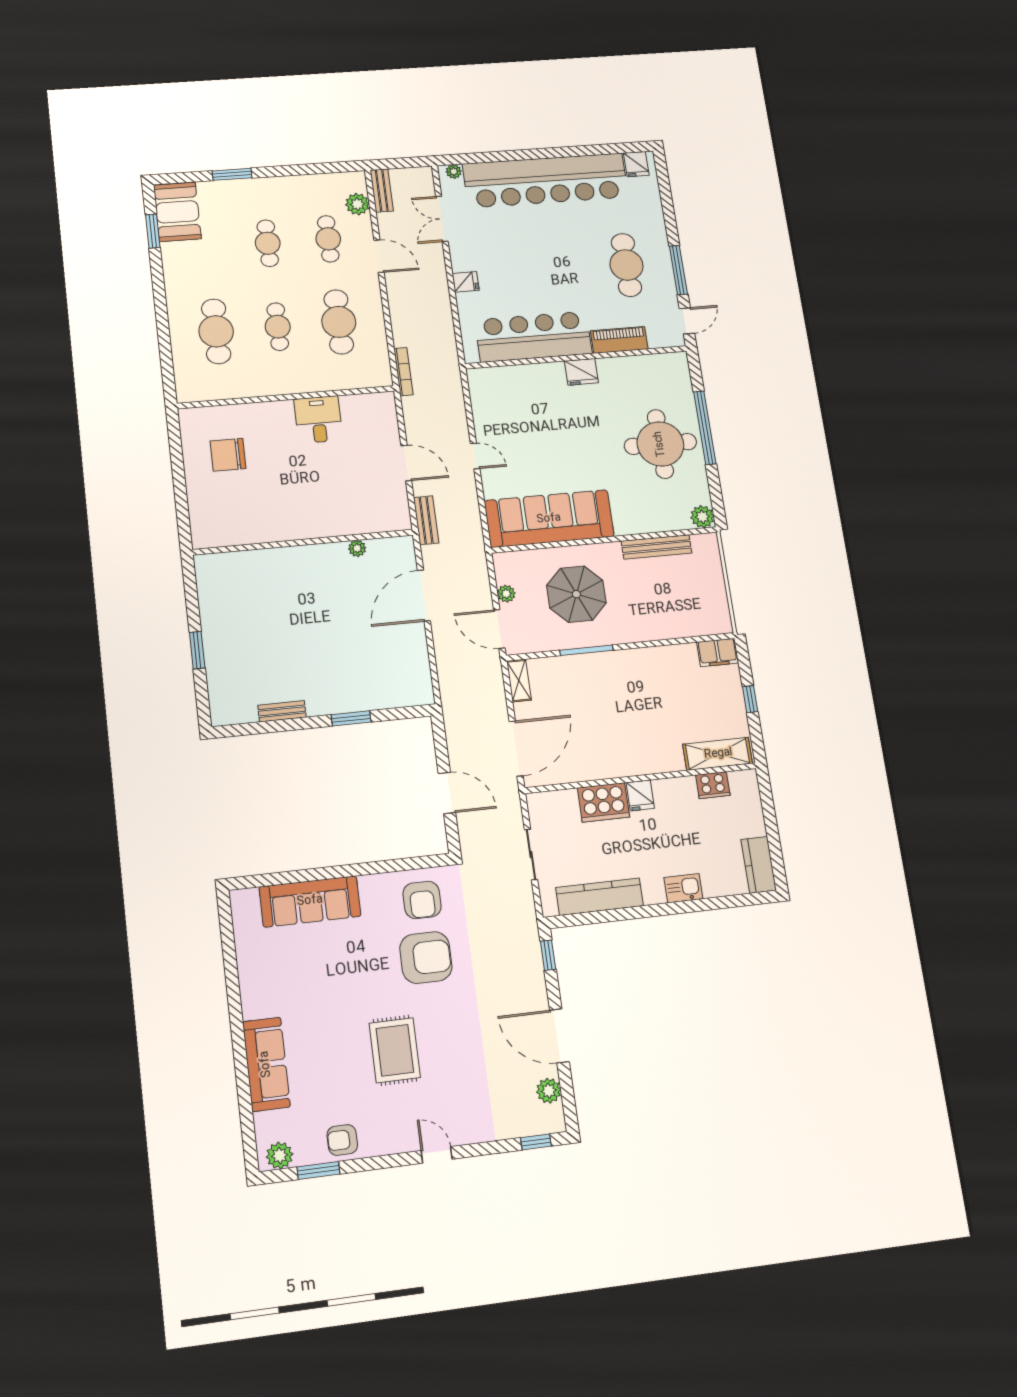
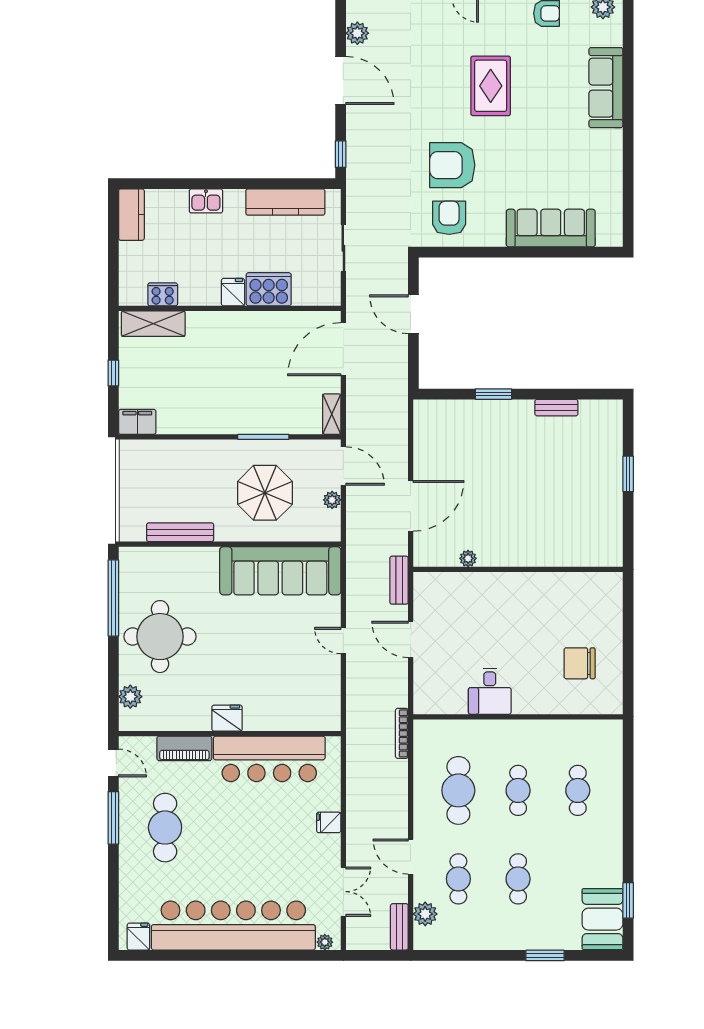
door: (687, 321) -> (113, 763), swing flipped
cafe table: (216, 331) -> (578, 790), width x0.73, depth x0.74
window: (705, 428) -> (113, 598), moved
chair: (228, 455) -> (580, 663), turned 180
plant: (702, 517) -> (130, 697), moved

